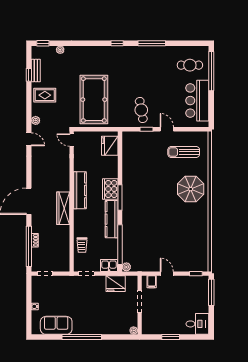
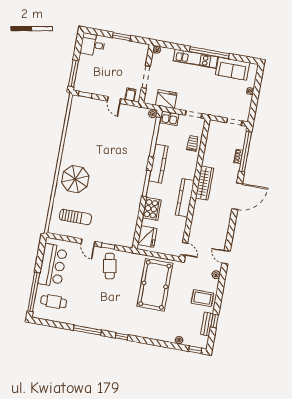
cooker: (110, 189) -> (152, 209), moved
kitchen unit: (94, 328) -> (195, 59), added

